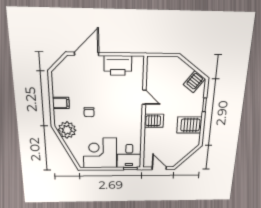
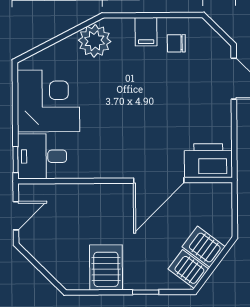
printer: (118, 65) -> (208, 161), moved, turned 90
door: (144, 97) -> (159, 180), width x1.87
chair: (89, 112) -> (176, 43), moved
server rack: (154, 121) -> (204, 247), moved, turned 127

